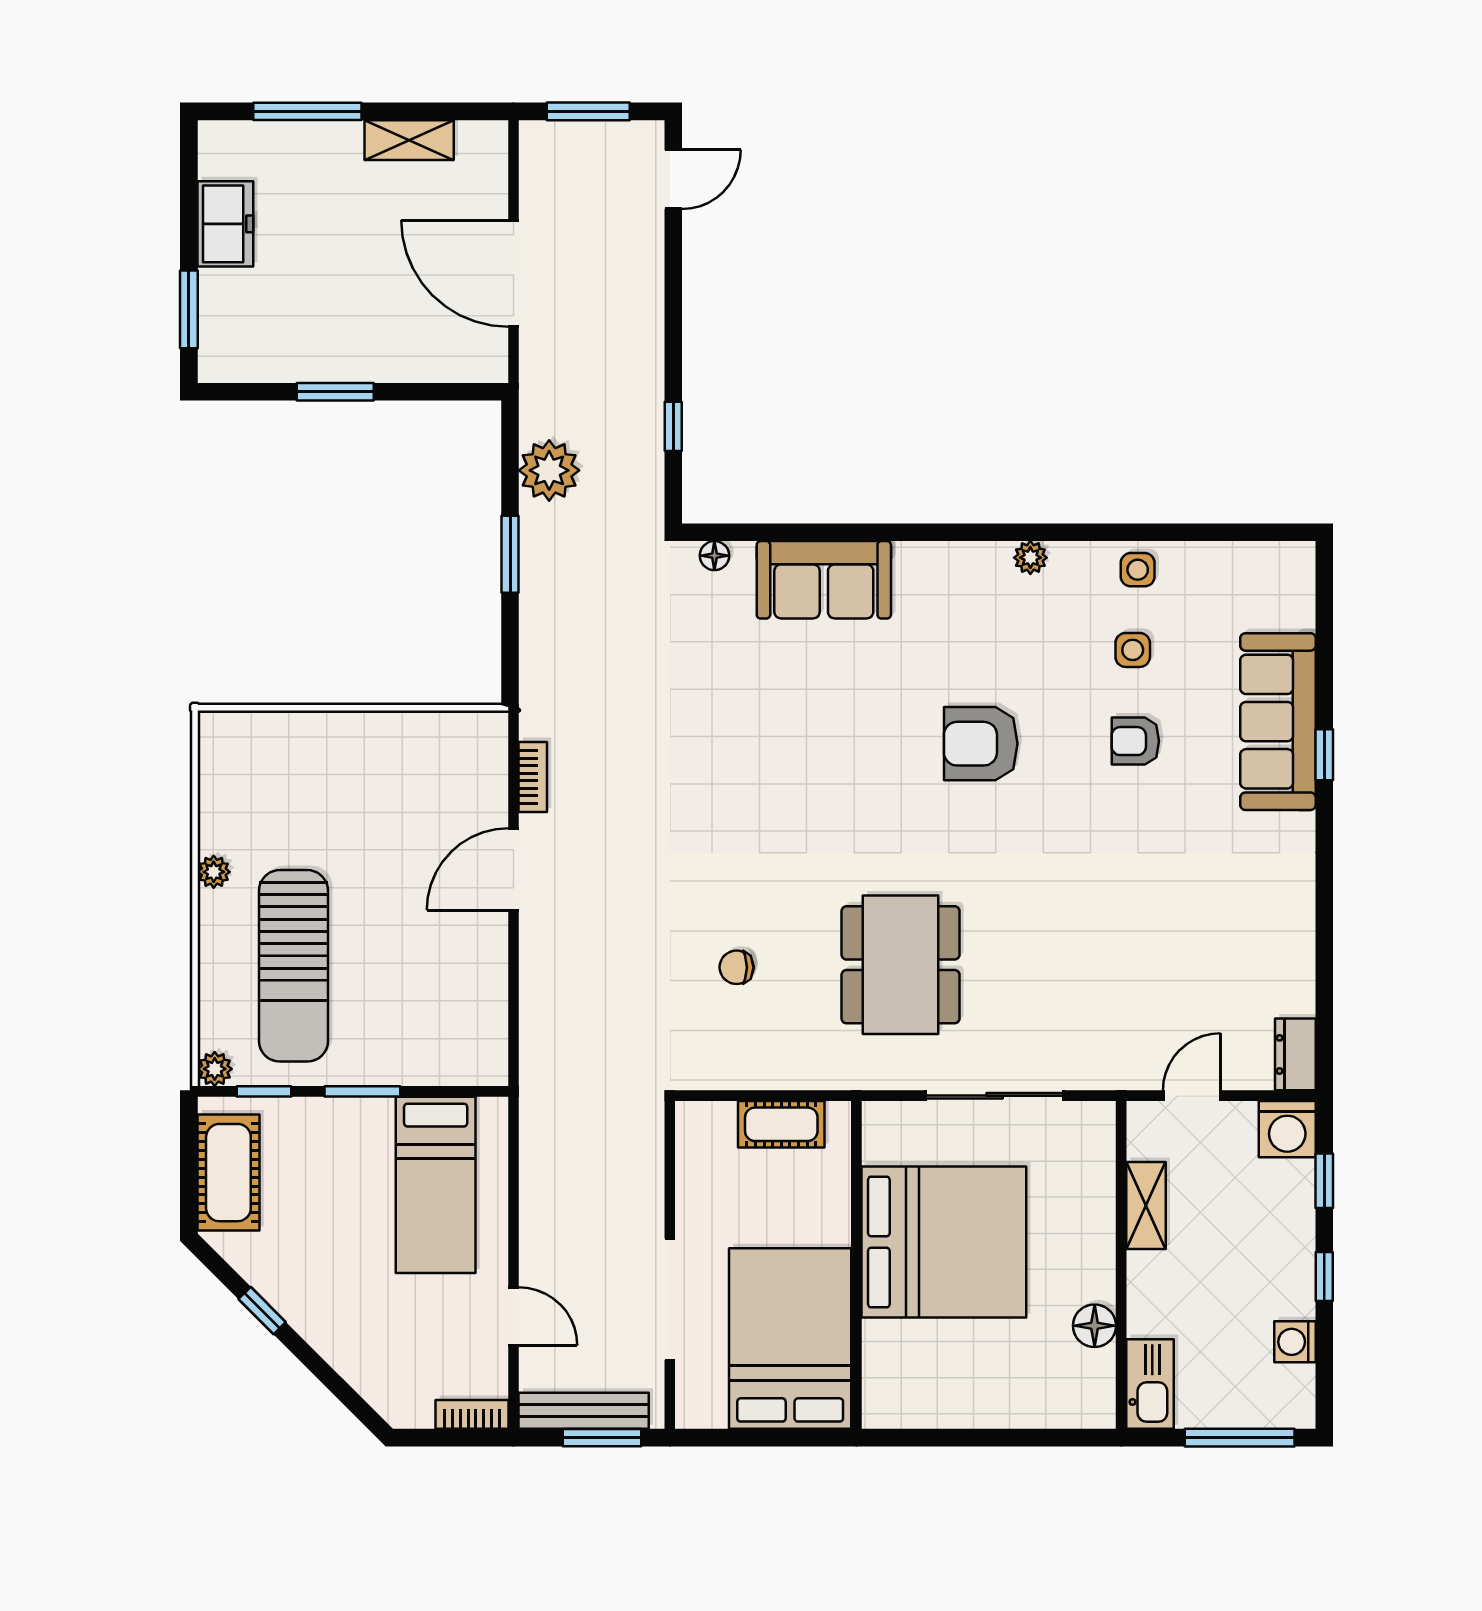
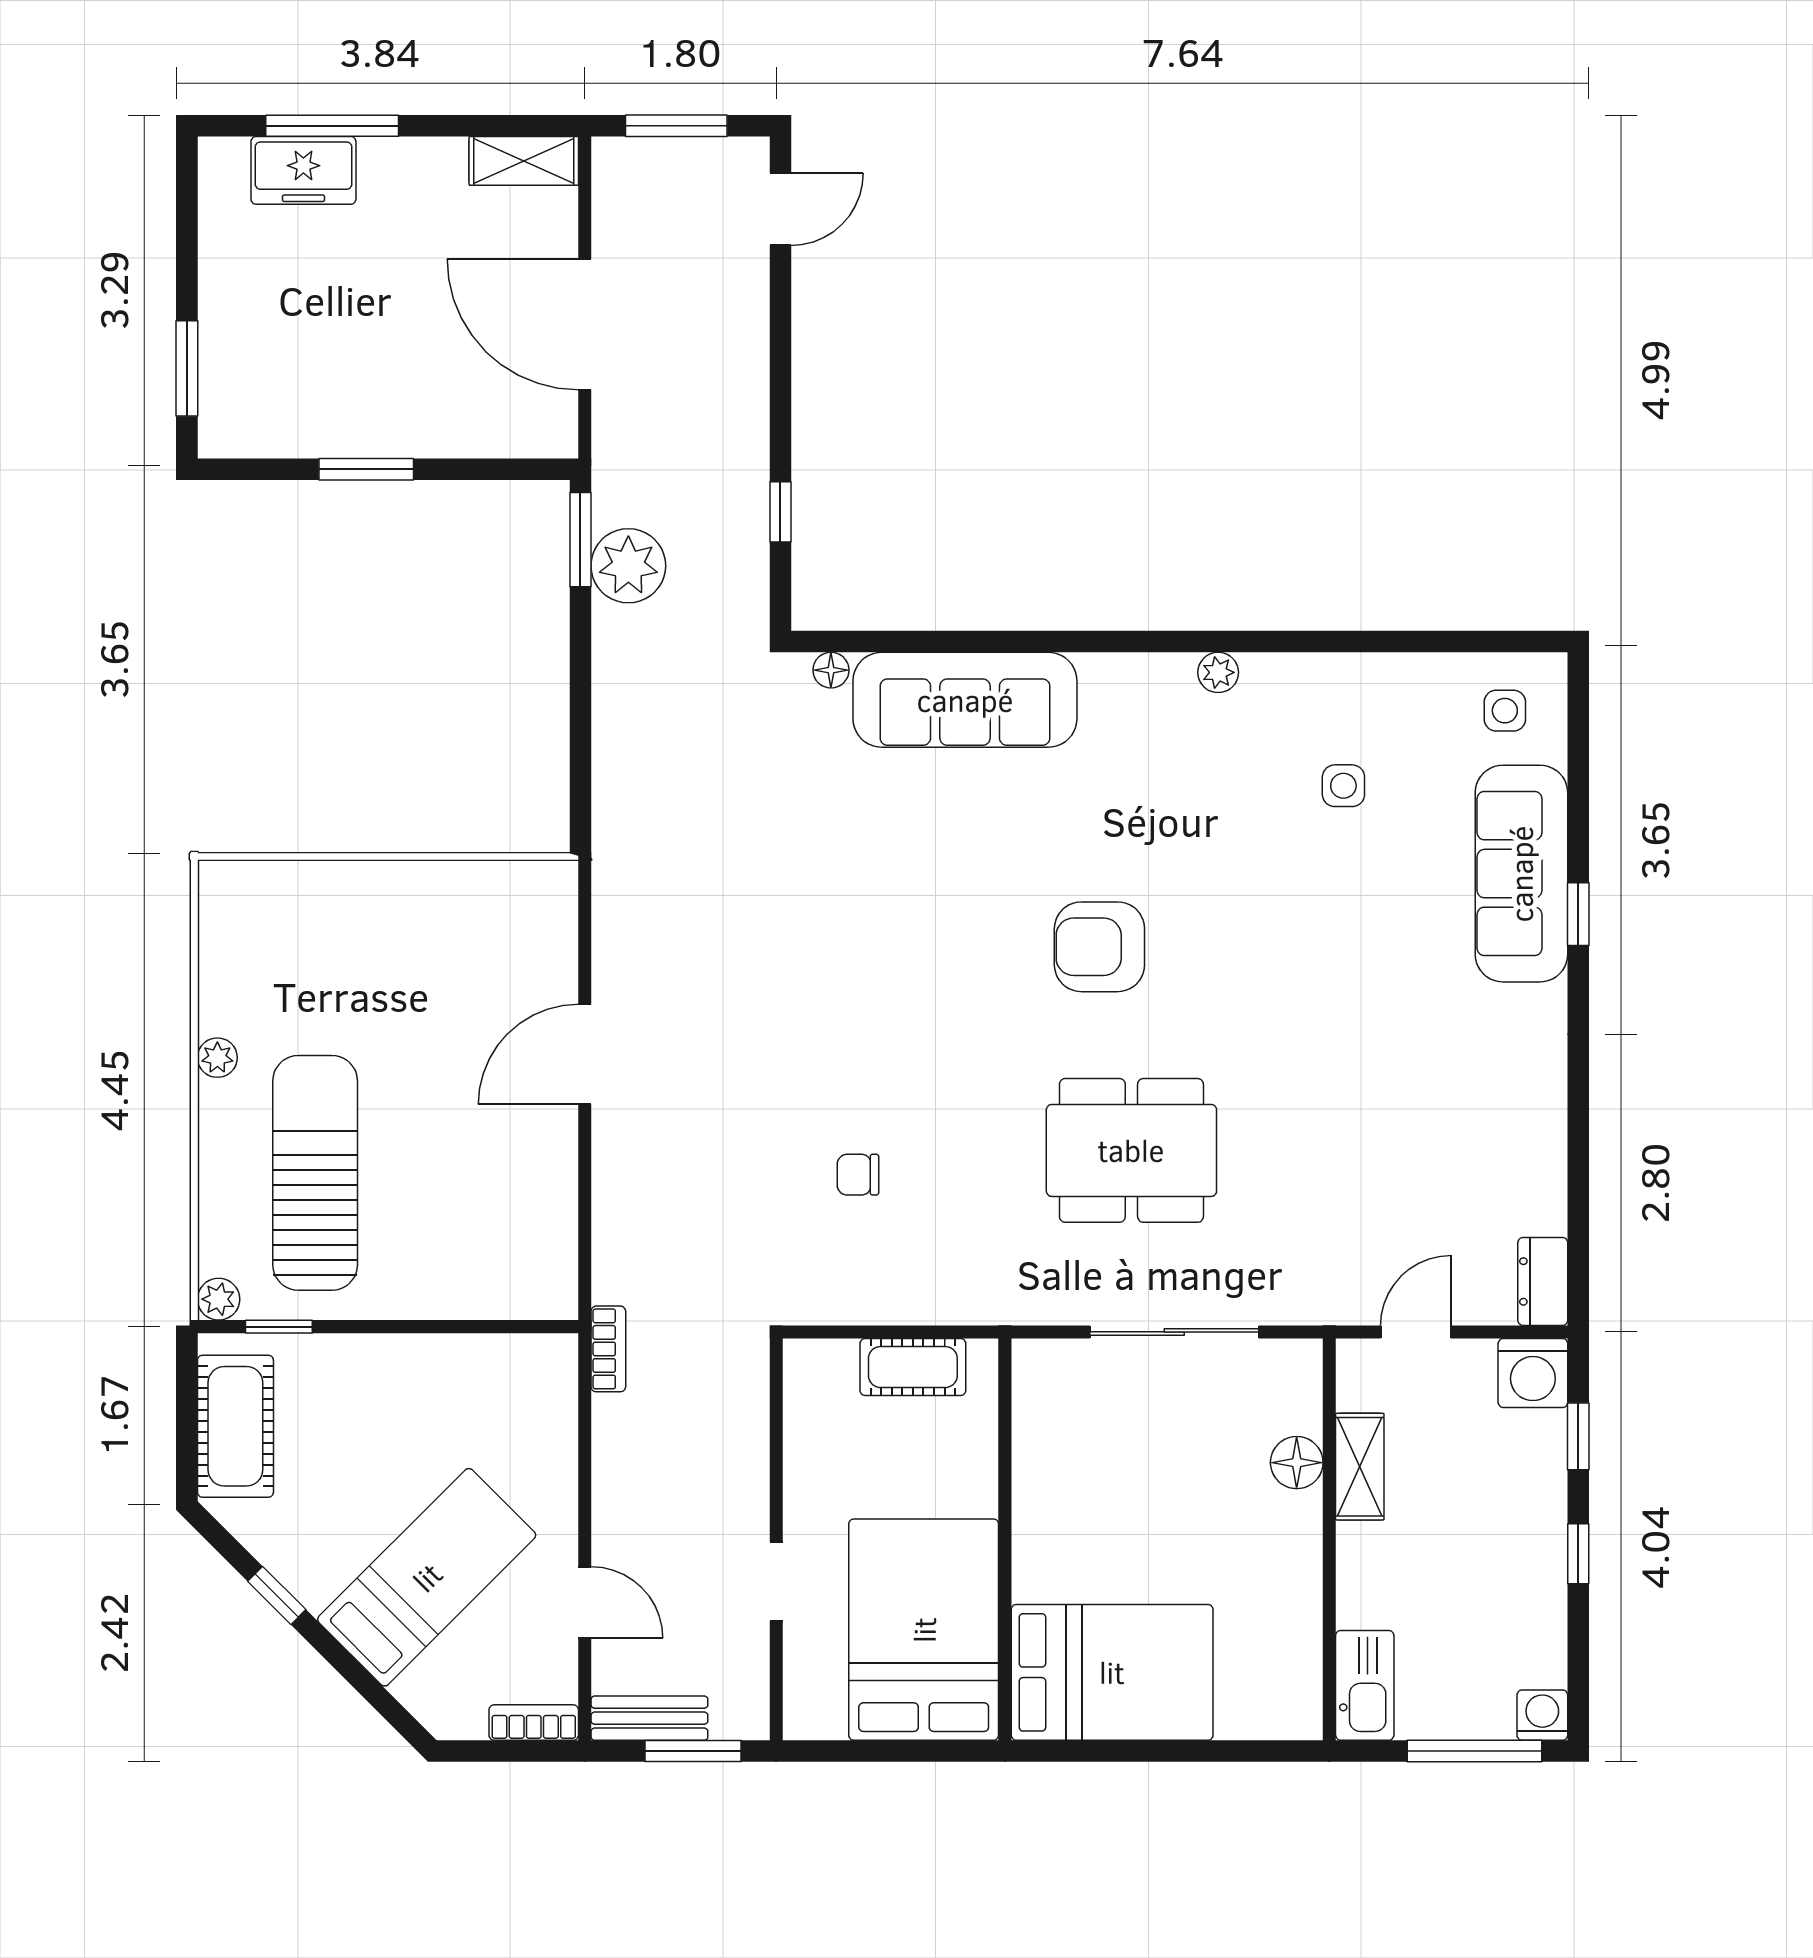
shelving: (409, 140) -> (524, 161), moved
freezer: (225, 224) -> (303, 170), moved, turned 90
window: (510, 554) -> (580, 540), moved
side table: (1138, 570) -> (1505, 711), moved
sofa: (824, 580) -> (965, 700), width x1.36
armchair: (1135, 741) -> (1347, 897), removed
armchair: (981, 744) -> (1099, 947), moved
bookcase: (533, 777) -> (608, 1349), moved
dining table: (901, 965) -> (1131, 1150), moved, turned 90
sun lounger: (294, 966) -> (315, 1173), turned 180
window: (362, 1091) -> (399, 1327), removed
bed: (436, 1185) -> (427, 1577), moved, turned -135
bed: (944, 1242) -> (1112, 1672), moved, width x0.73
doorway: (670, 1299) -> (776, 1581), width x0.53
floor lamp: (1095, 1326) -> (1297, 1463), moved
washing machine: (1295, 1342) -> (1542, 1715), moved, turned 90
bench: (584, 1411) -> (649, 1718), width x0.73

